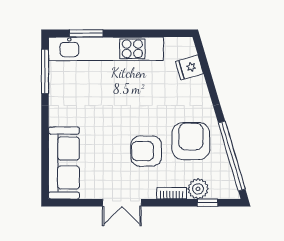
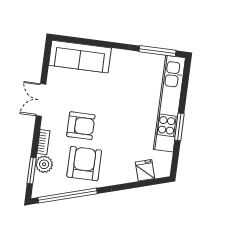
window: (86, 33) -> (179, 127), moved
armchair: (191, 141) -> (84, 164), turned -90
armchair: (146, 151) -> (81, 126), turned 90
window: (208, 203) -> (32, 171), width x1.50

